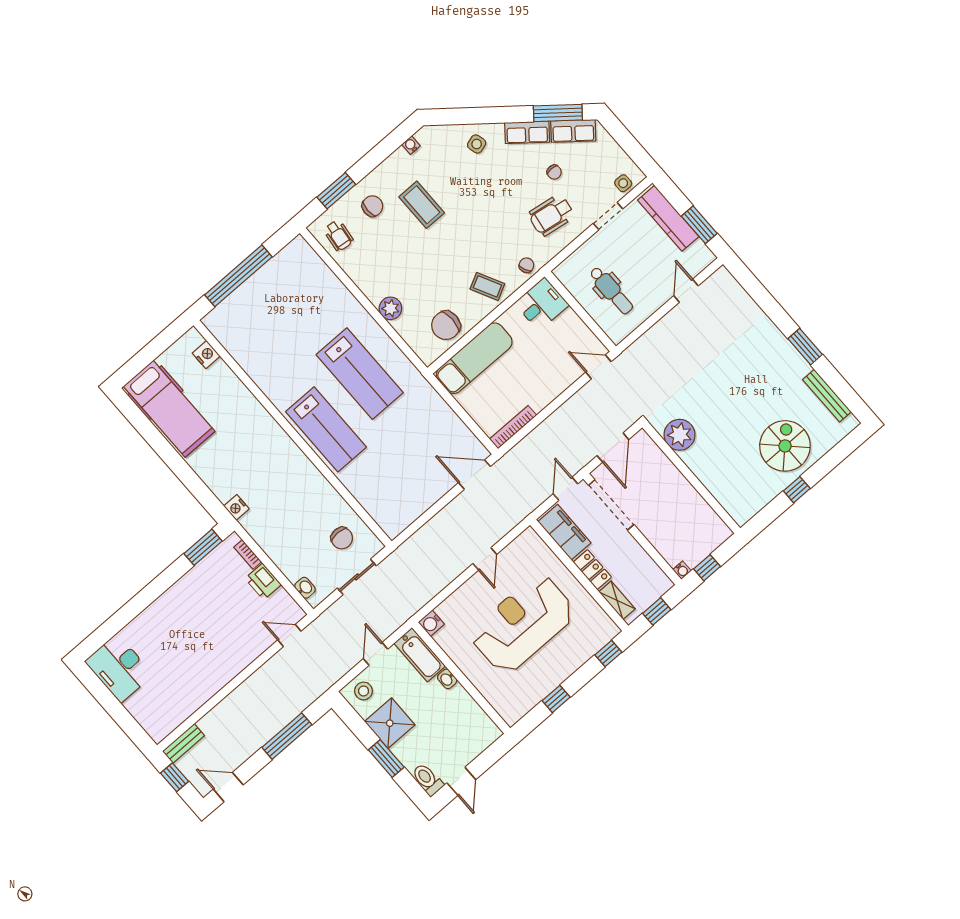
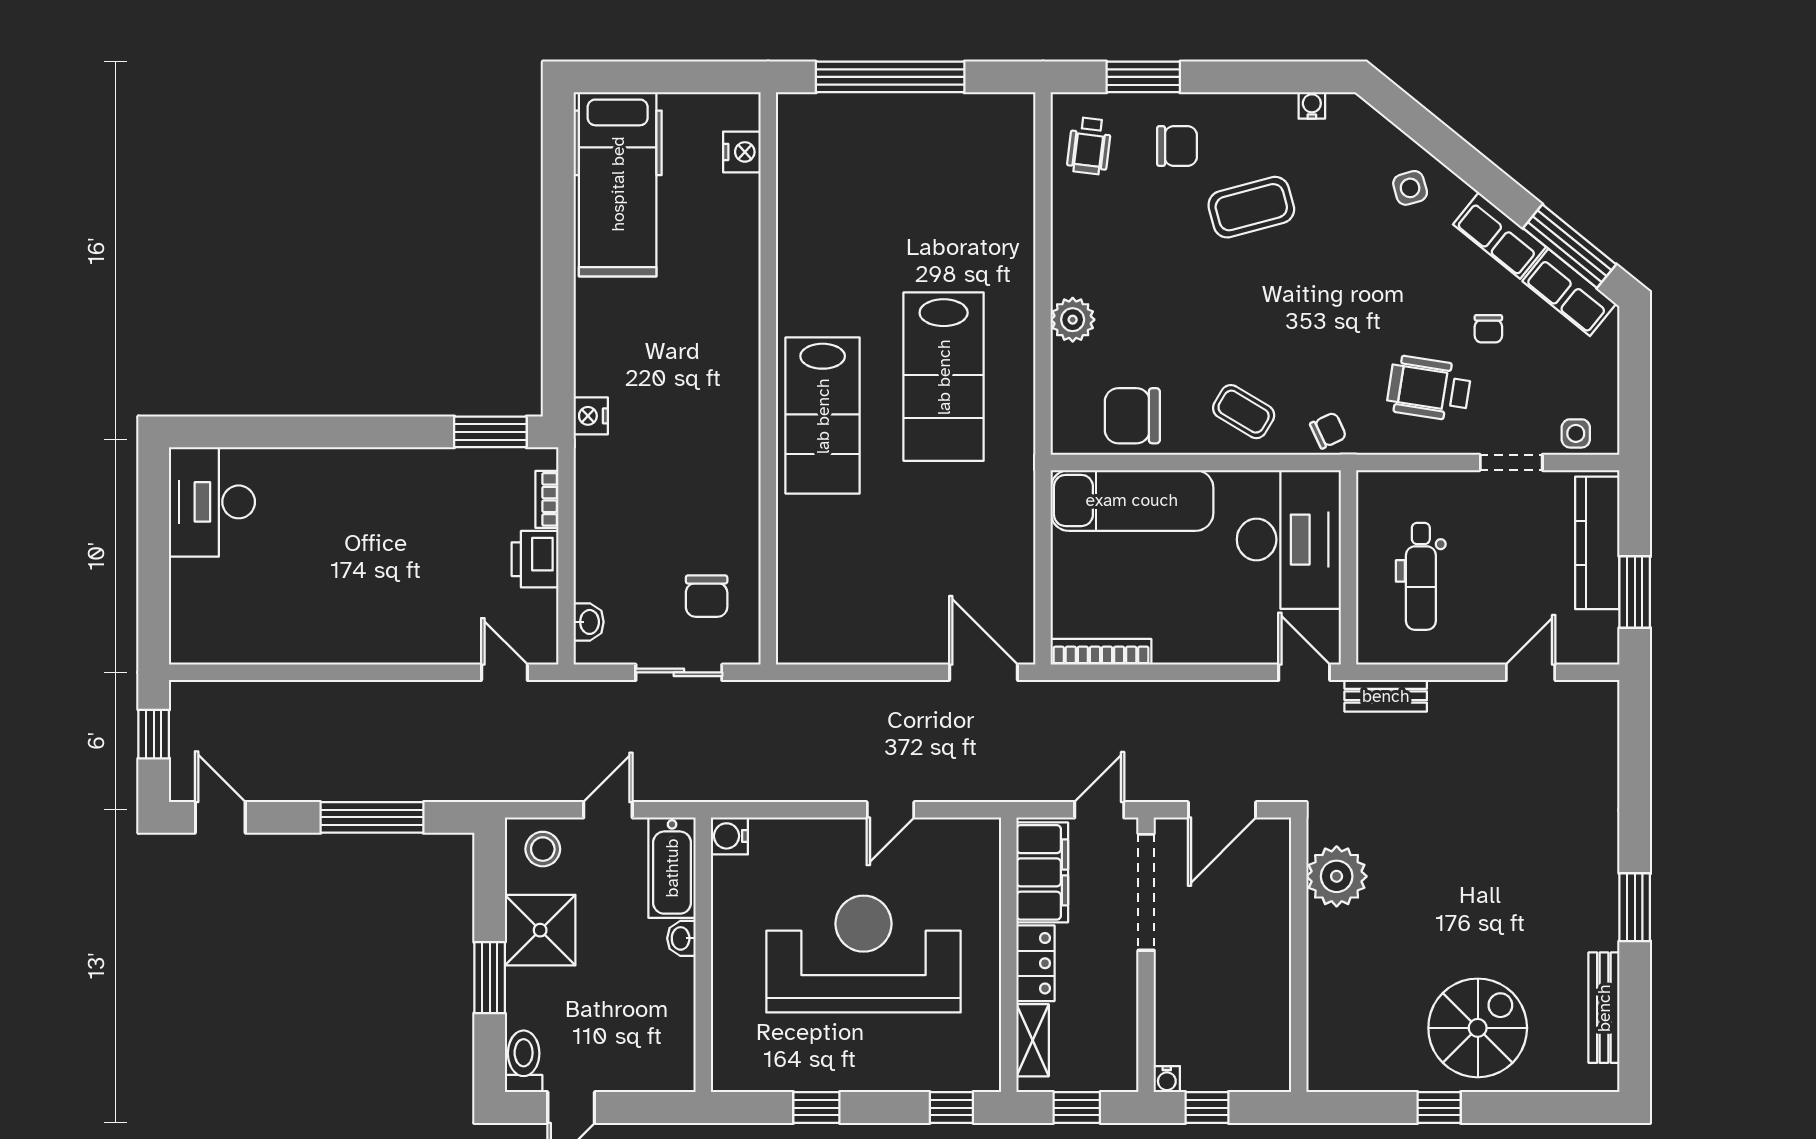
coffee table: (422, 205) -> (1251, 207), turned 75
coffee table: (487, 286) -> (1244, 412), turned -32
desk: (542, 304) -> (1289, 540), width x1.87, depth x1.30
bench: (183, 743) -> (1386, 696), moved

